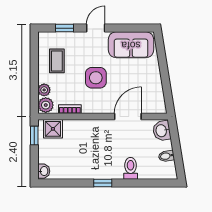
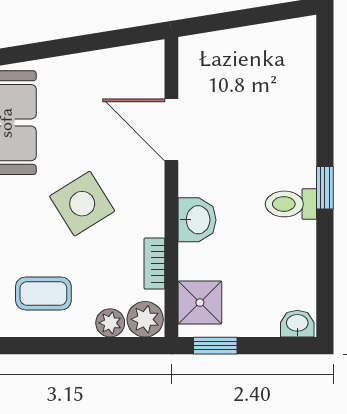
side table: (96, 78) -> (82, 204), turned -32
washbasin: (162, 131) -> (197, 220), moved, turned -81
bidet: (166, 156) -> (263, 41), removed
toilet: (131, 168) -> (291, 204), moved

